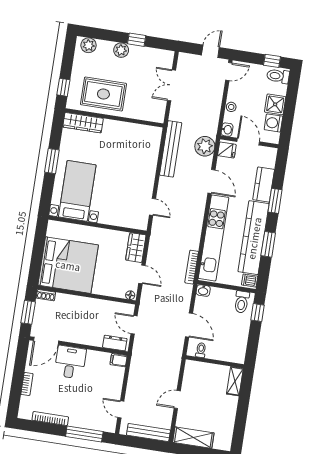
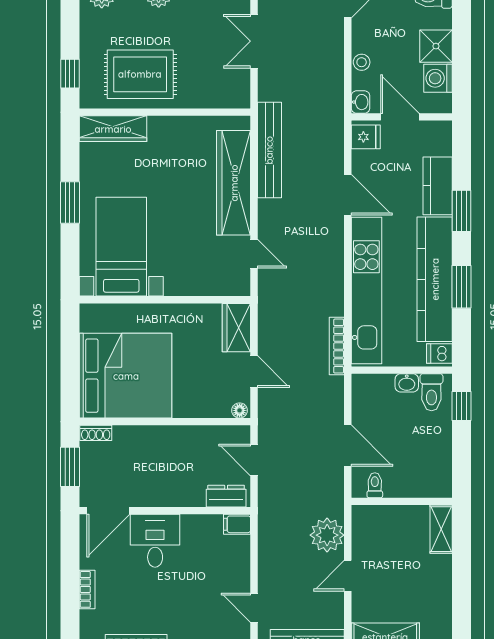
plant: (205, 146) -> (327, 535), moved
wardrobe: (147, 164) -> (234, 183), added
washbasin: (203, 291) -> (407, 383), moved

